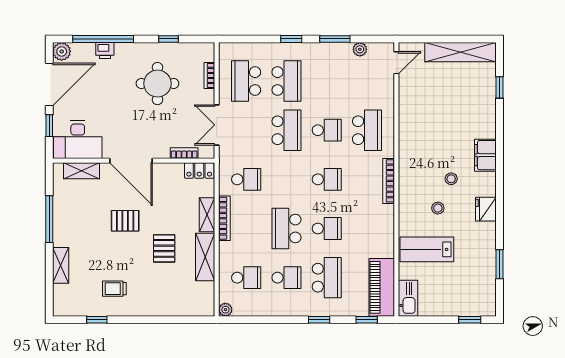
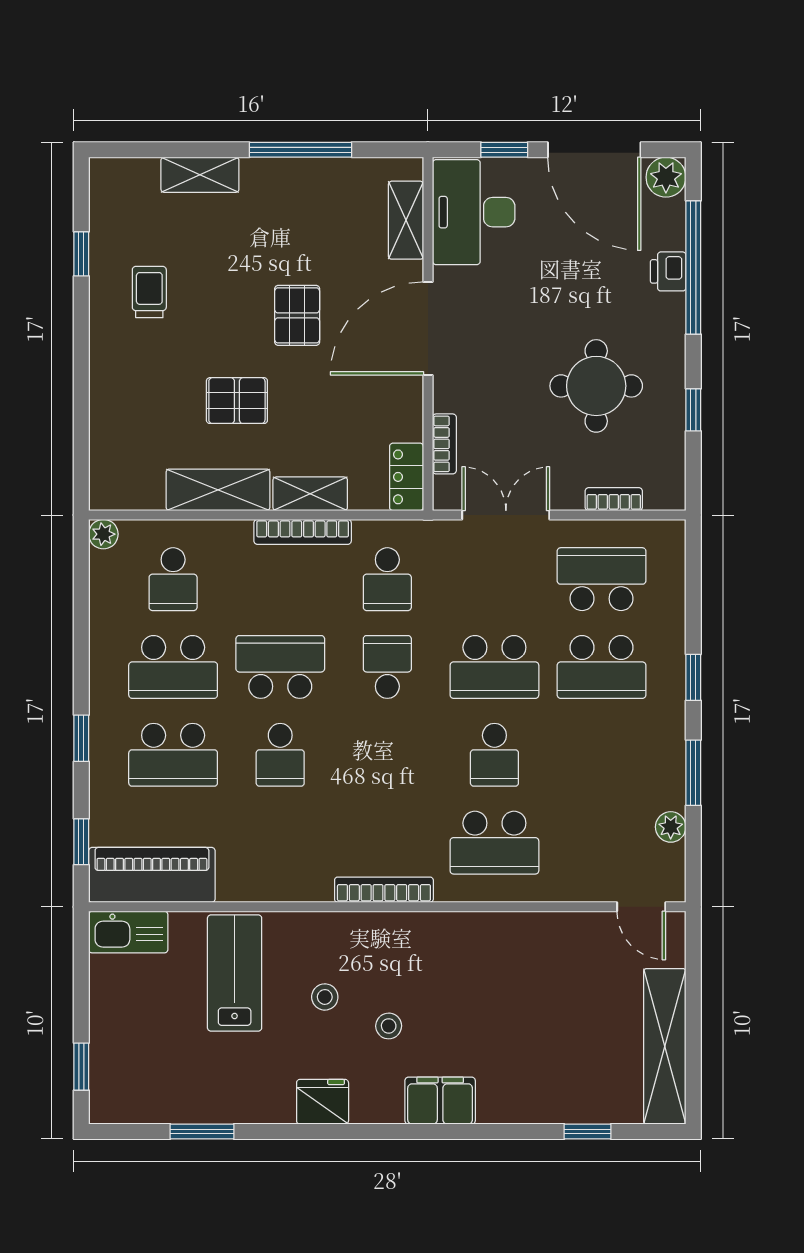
school desk: (327, 179) -> (387, 667), moved, turned 180
school desk: (286, 278) -> (173, 667), width x1.85

